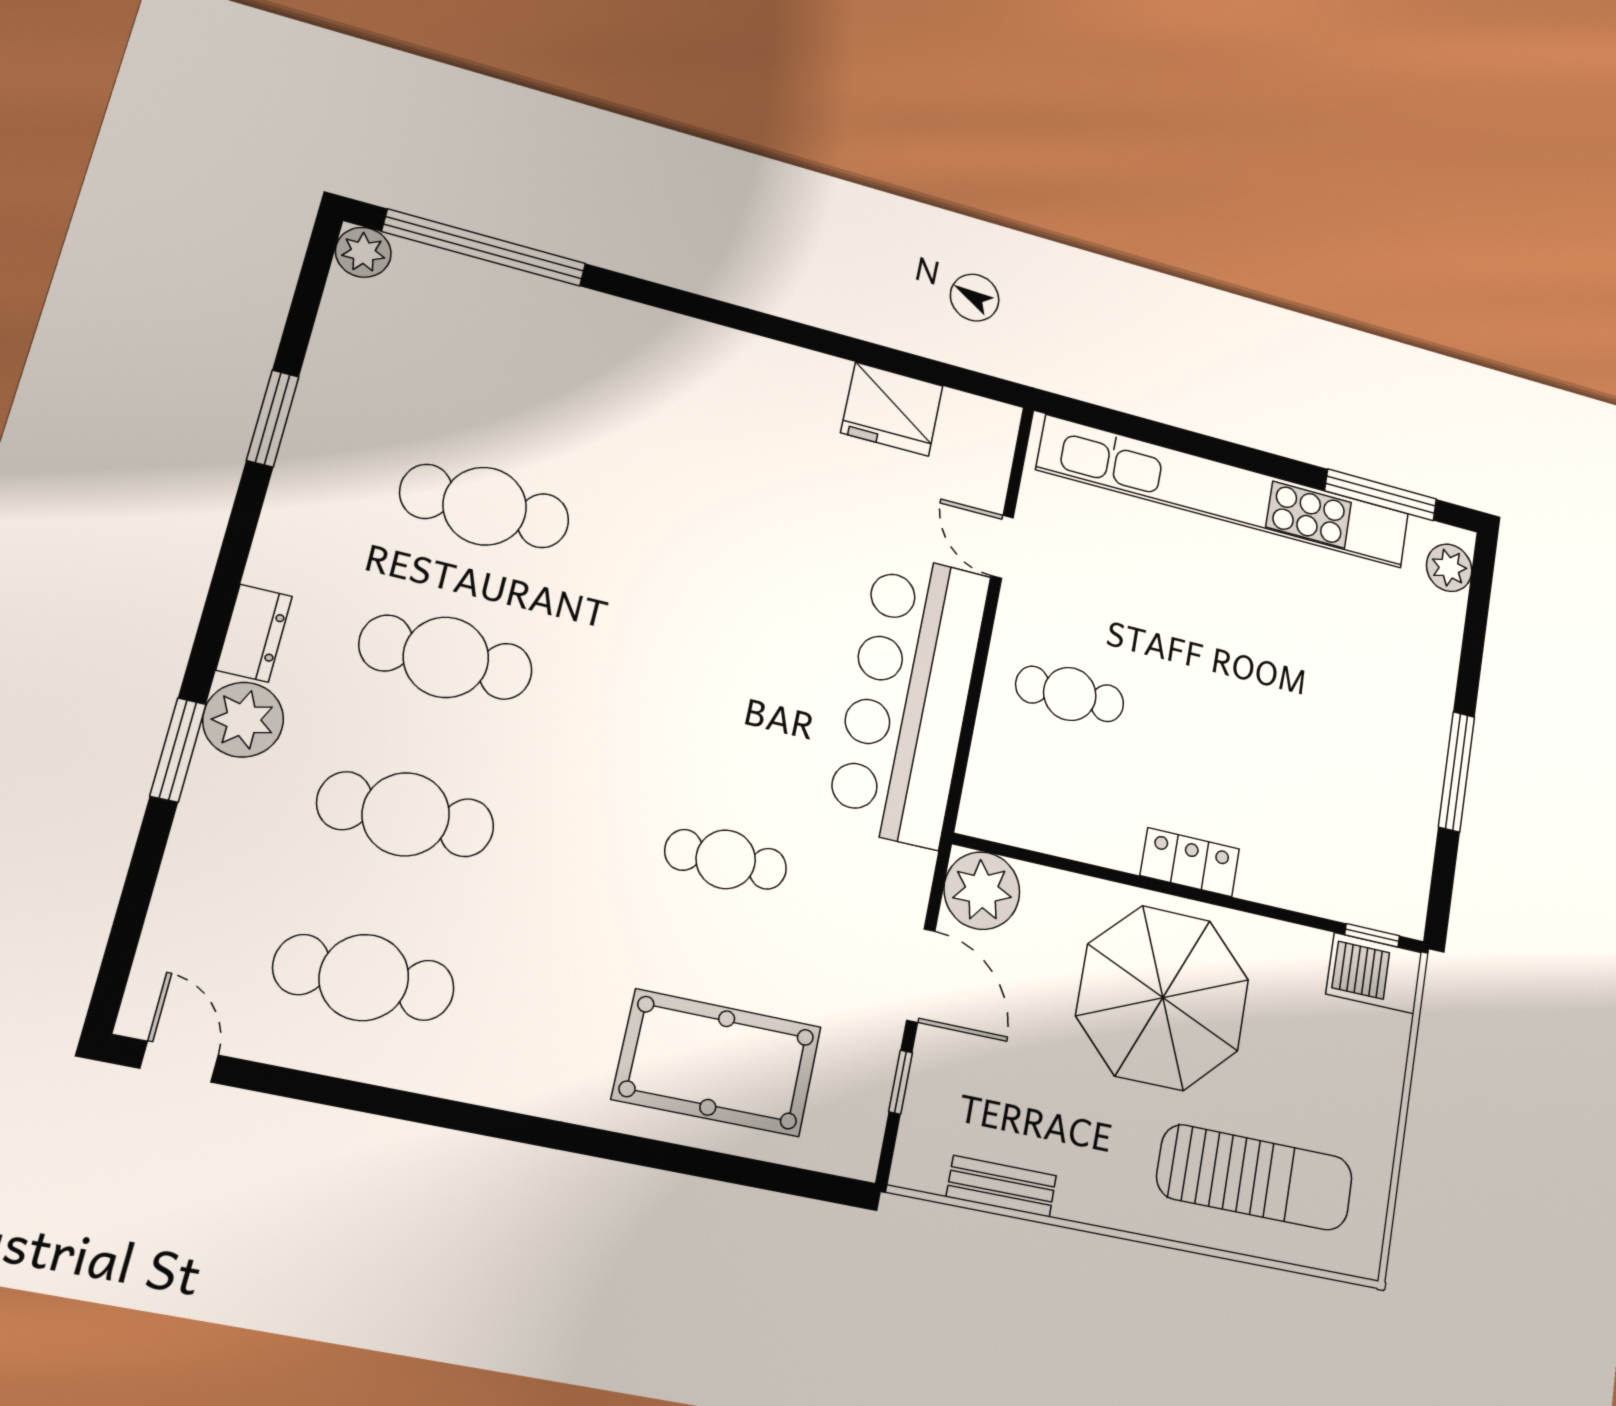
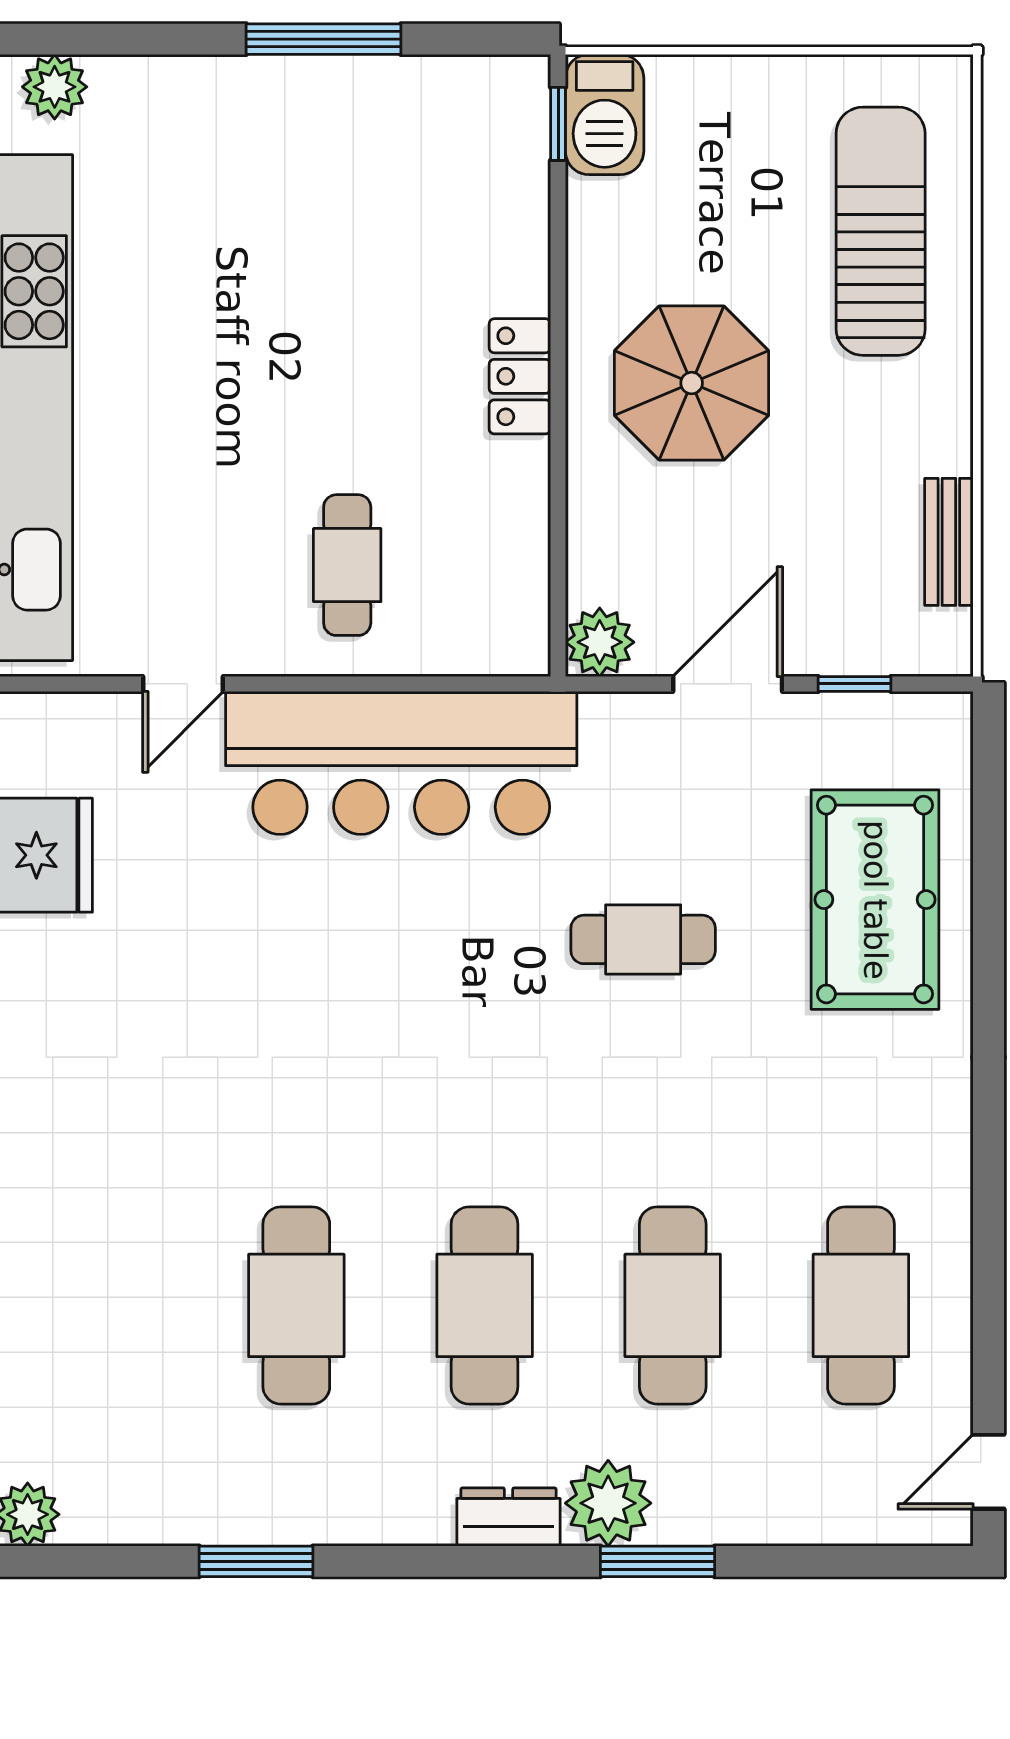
cafe table: (726, 859) -> (643, 939), turned 90
plant: (982, 891) -> (600, 642), width x0.73, depth x0.73
parasol: (1163, 998) -> (692, 383), width x0.73, depth x0.73

